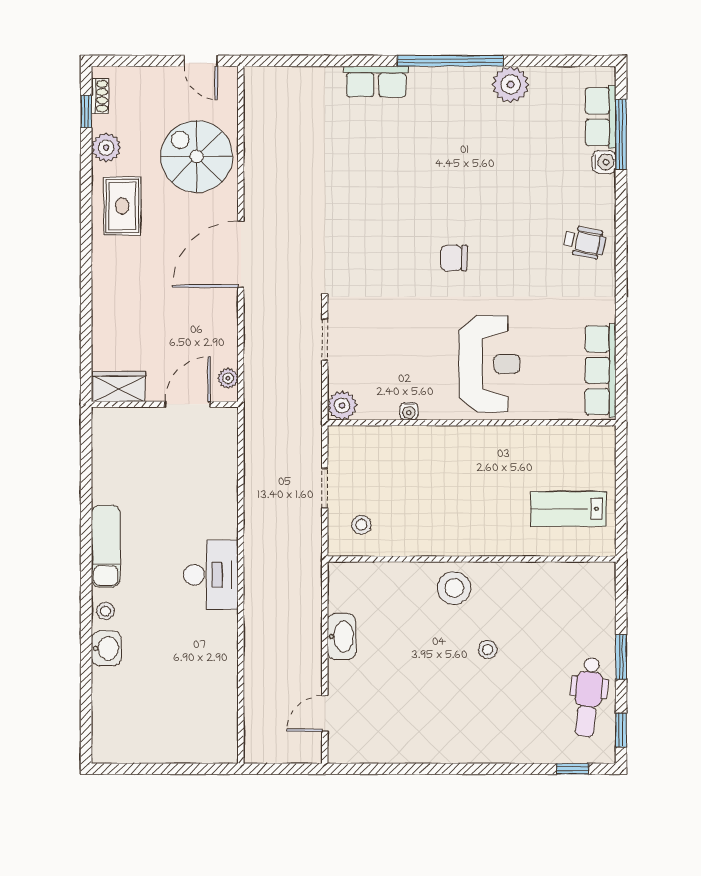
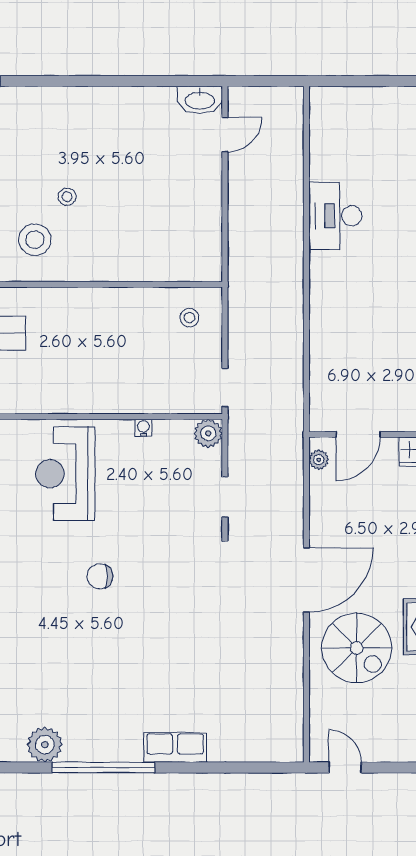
spiral stairs: (197, 156) -> (357, 648), moved
chair: (454, 258) -> (100, 576), turned 180
doorway: (325, 488) -> (225, 388), moved
desk: (211, 575) -> (335, 216), moved
stool: (454, 588) -> (35, 240), moved
washbasin: (342, 636) -> (200, 100), moved, turned -90

